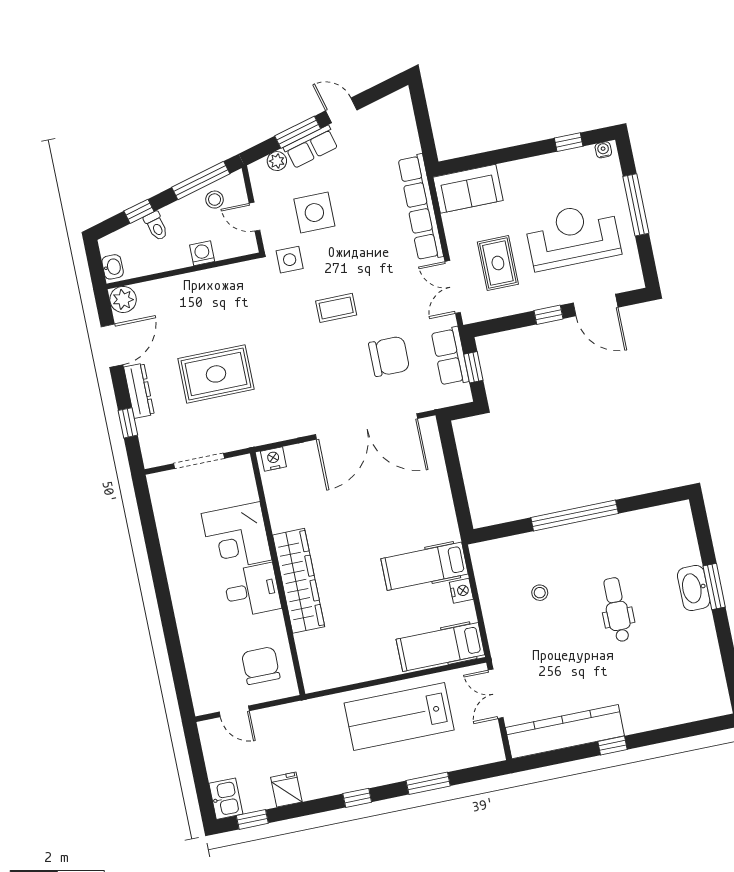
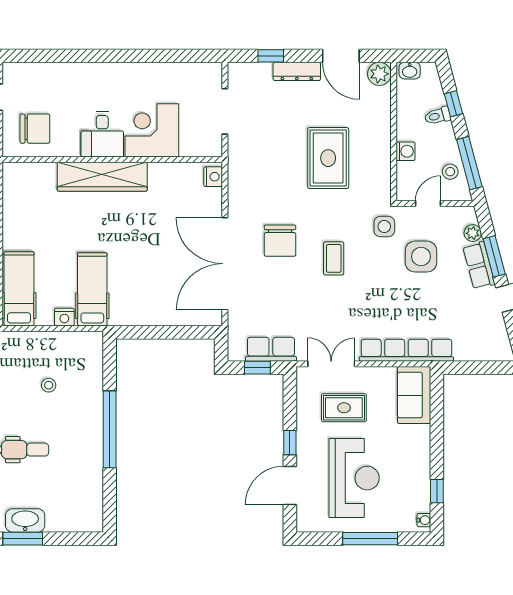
chair: (389, 356) -> (280, 241), moved
rug: (216, 374) -> (328, 158), moved

